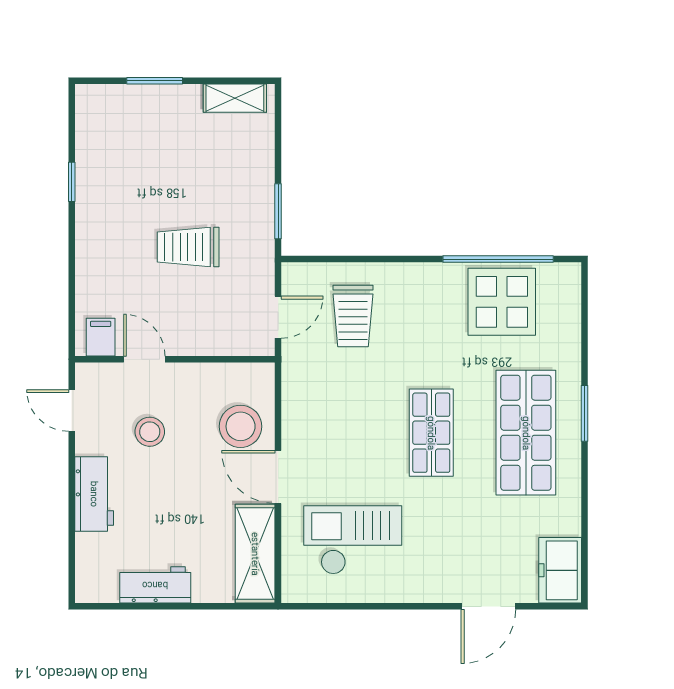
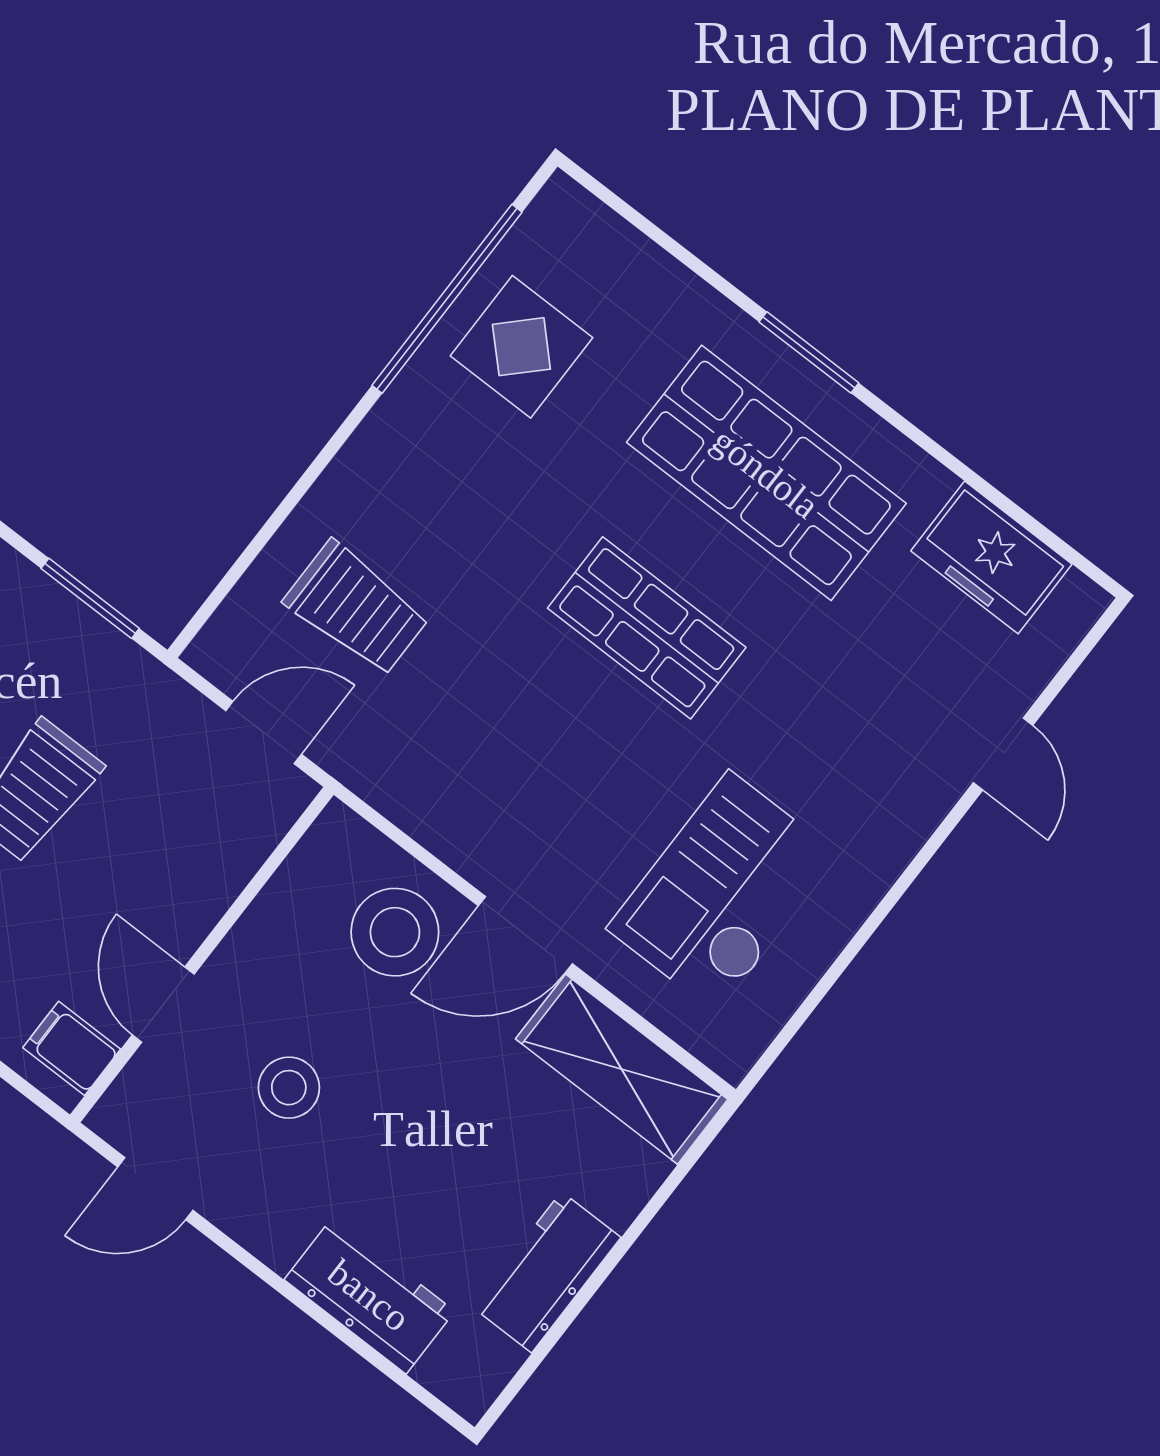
display table: (502, 302) -> (521, 347), width x0.73, depth x0.73
door: (278, 317) -> (264, 732), hinge flipped
door: (144, 359) -> (163, 1005), hinge flipped
workbench: (94, 494) -> (369, 1295), moved
freezer: (560, 570) -> (991, 557), moved
door: (488, 606) -> (1003, 754), width x0.73

